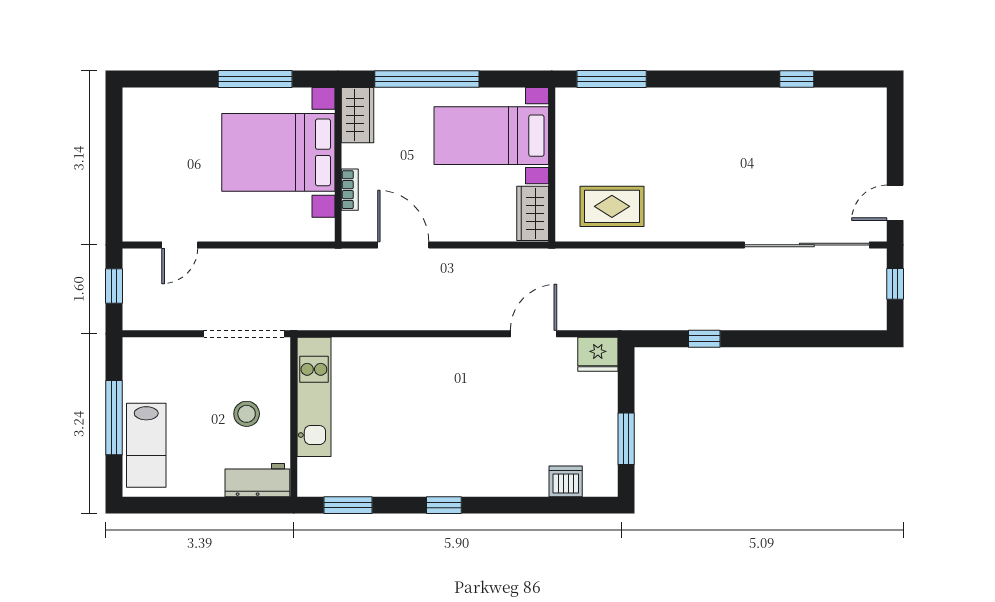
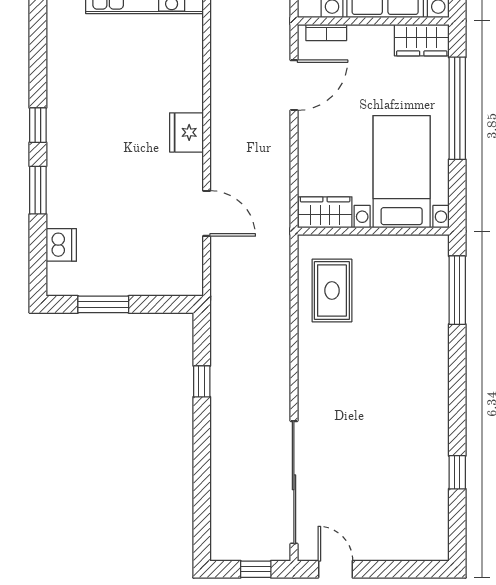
bookcase: (350, 190) -> (326, 32), moved
fridge: (598, 354) -> (186, 132), moved
window: (348, 505) -> (38, 190), moved

